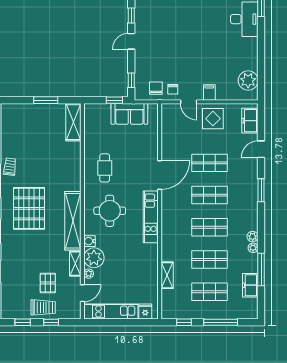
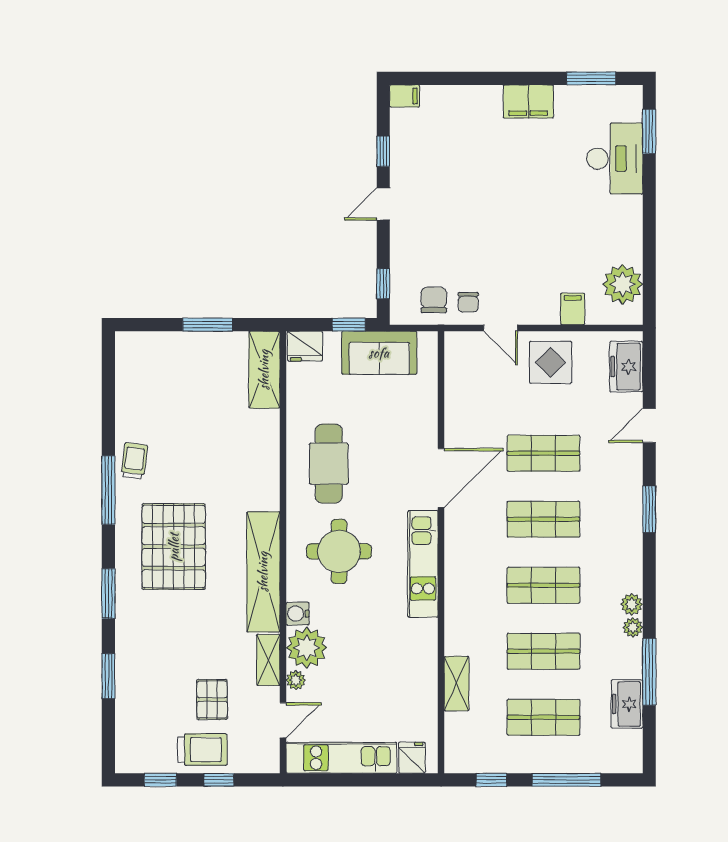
filing cabinet: (209, 92) -> (573, 309), moved
fridge: (93, 111) -> (305, 346), added
cafe table: (105, 168) -> (329, 464), width x1.37, depth x1.35

